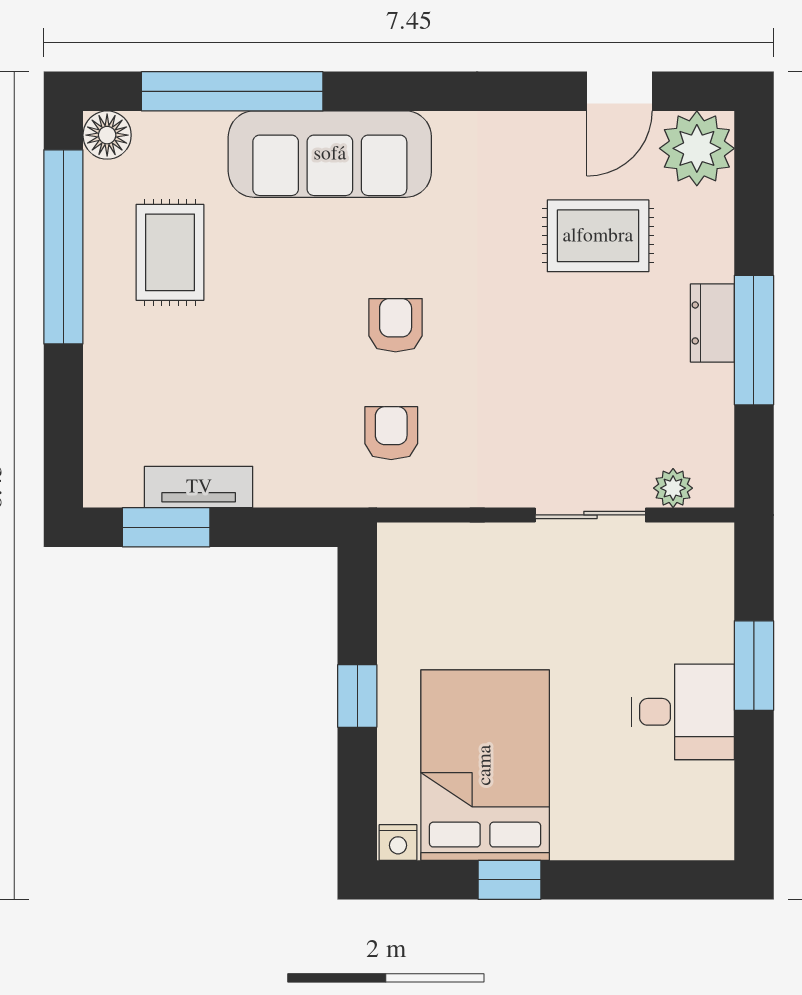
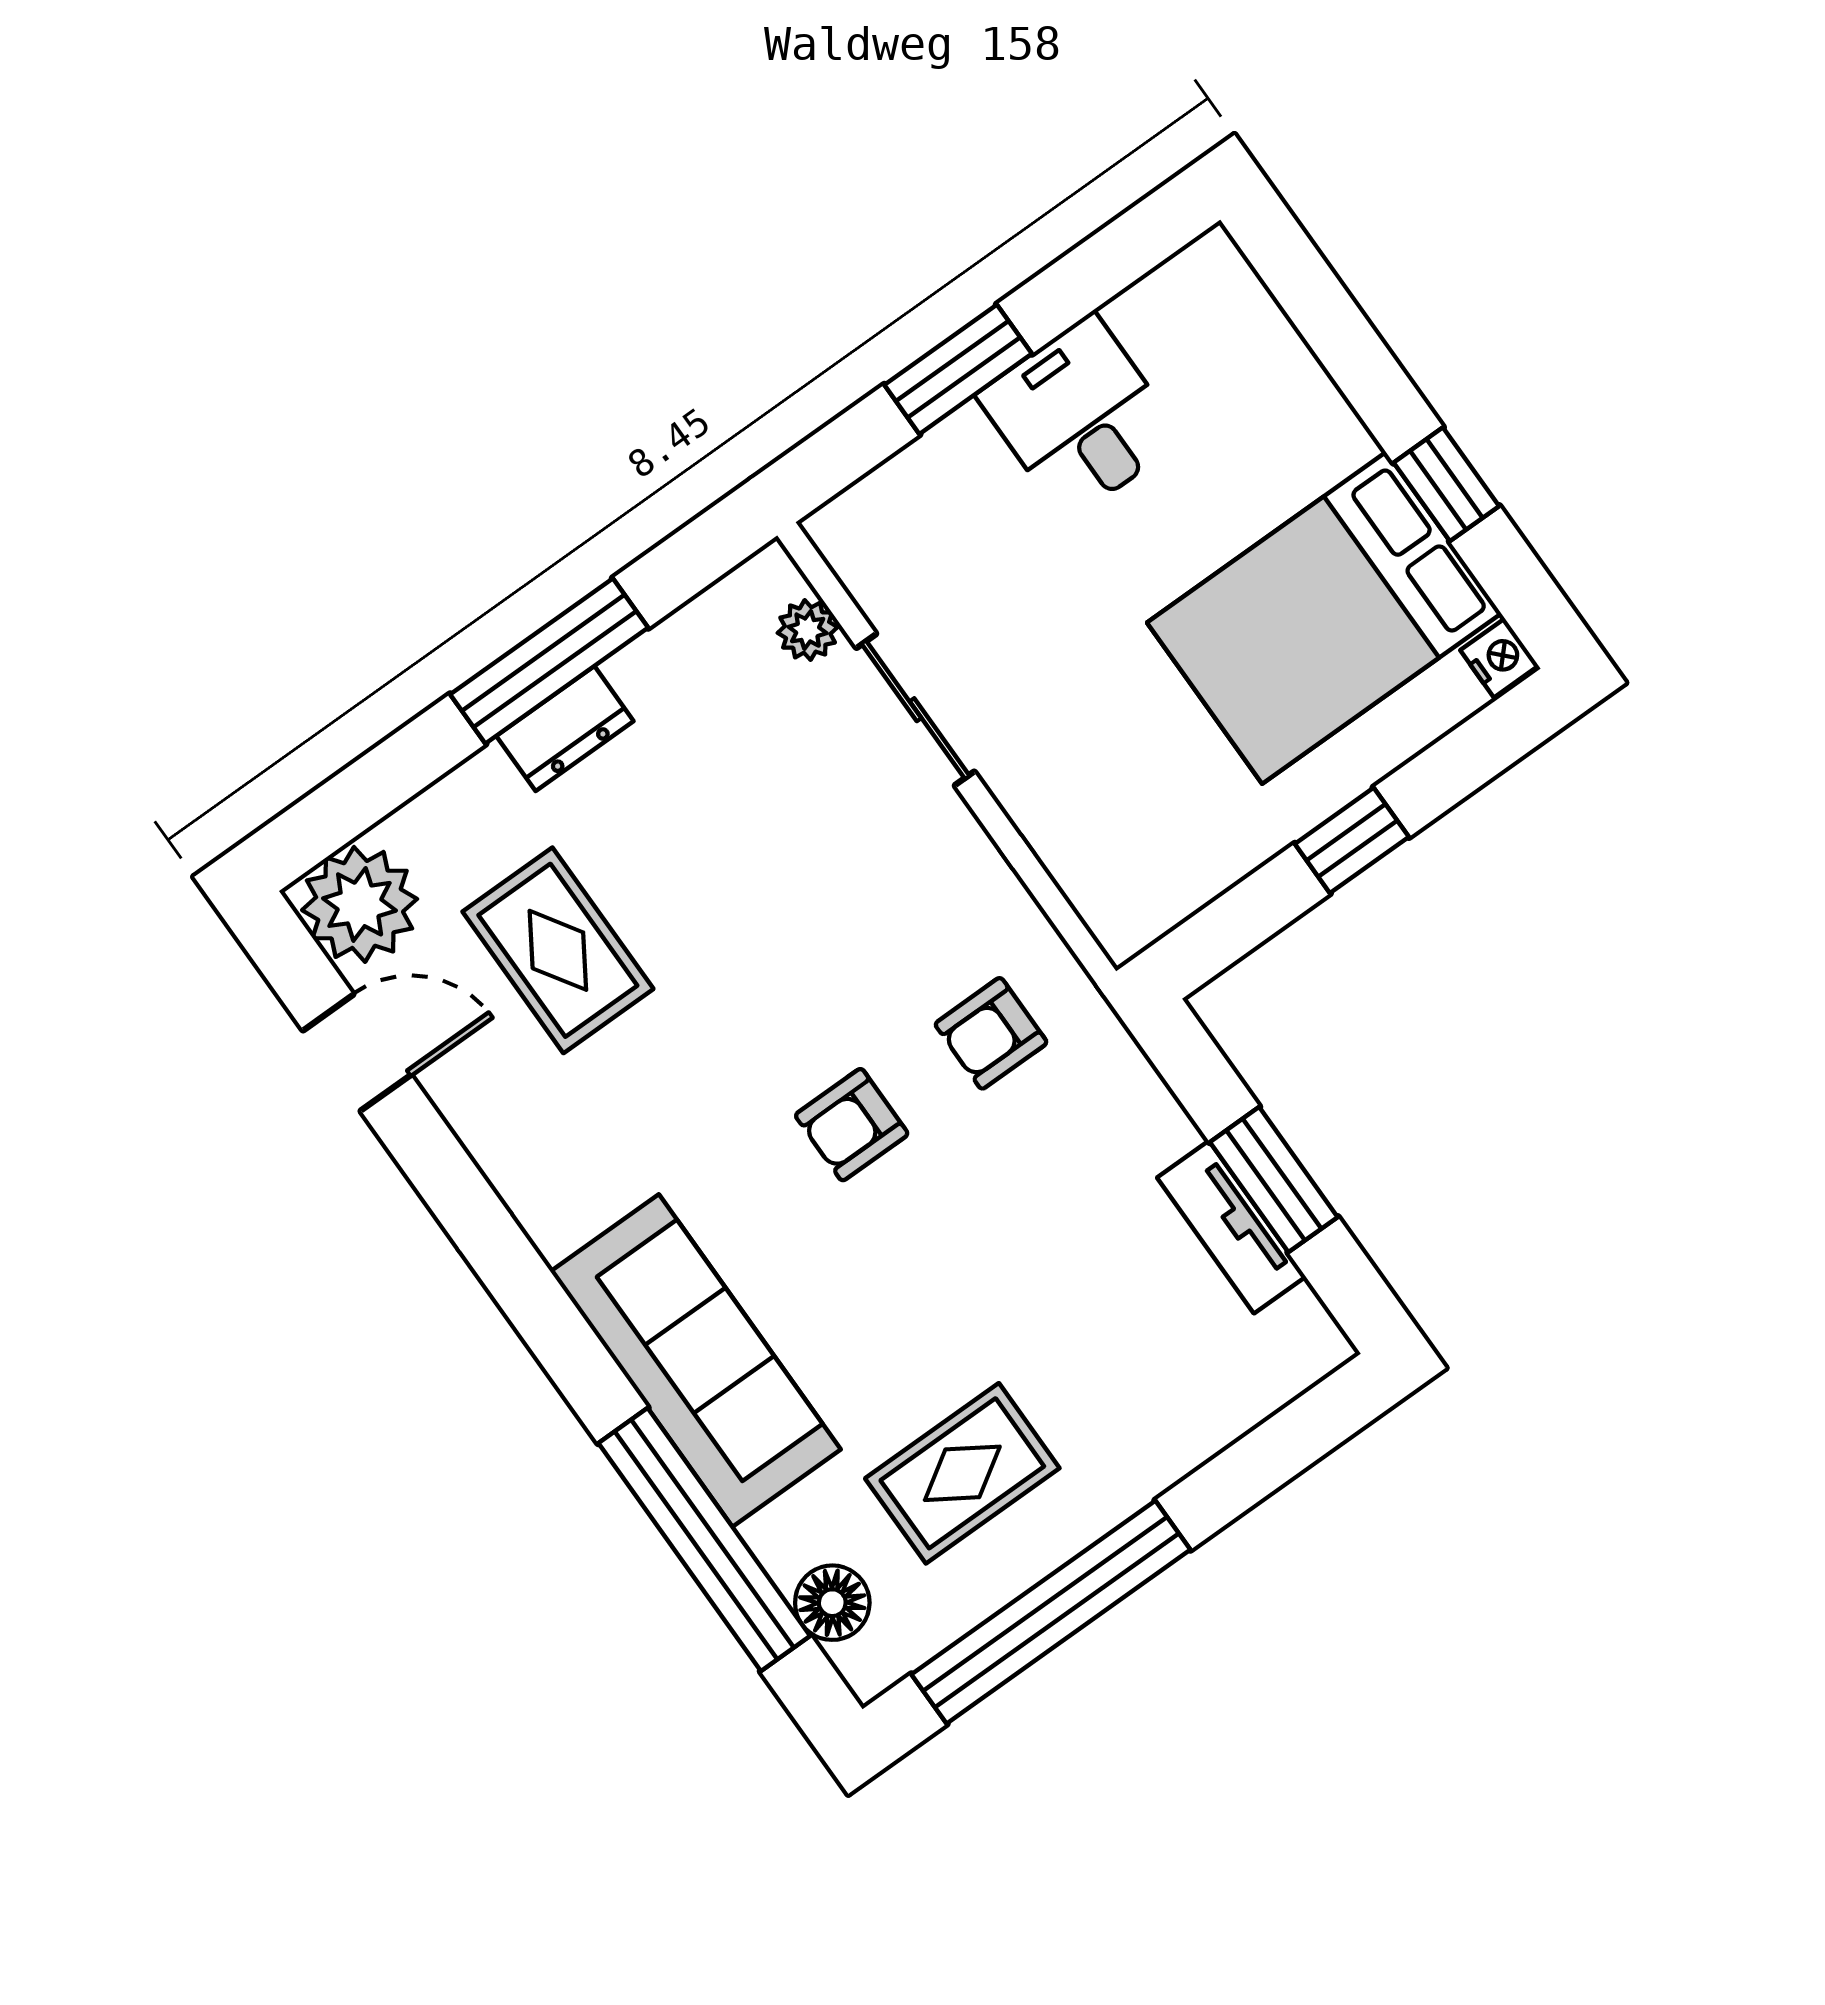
floor lamp: (107, 135) -> (832, 1603), moved
window: (166, 527) -> (1274, 1180), moved

